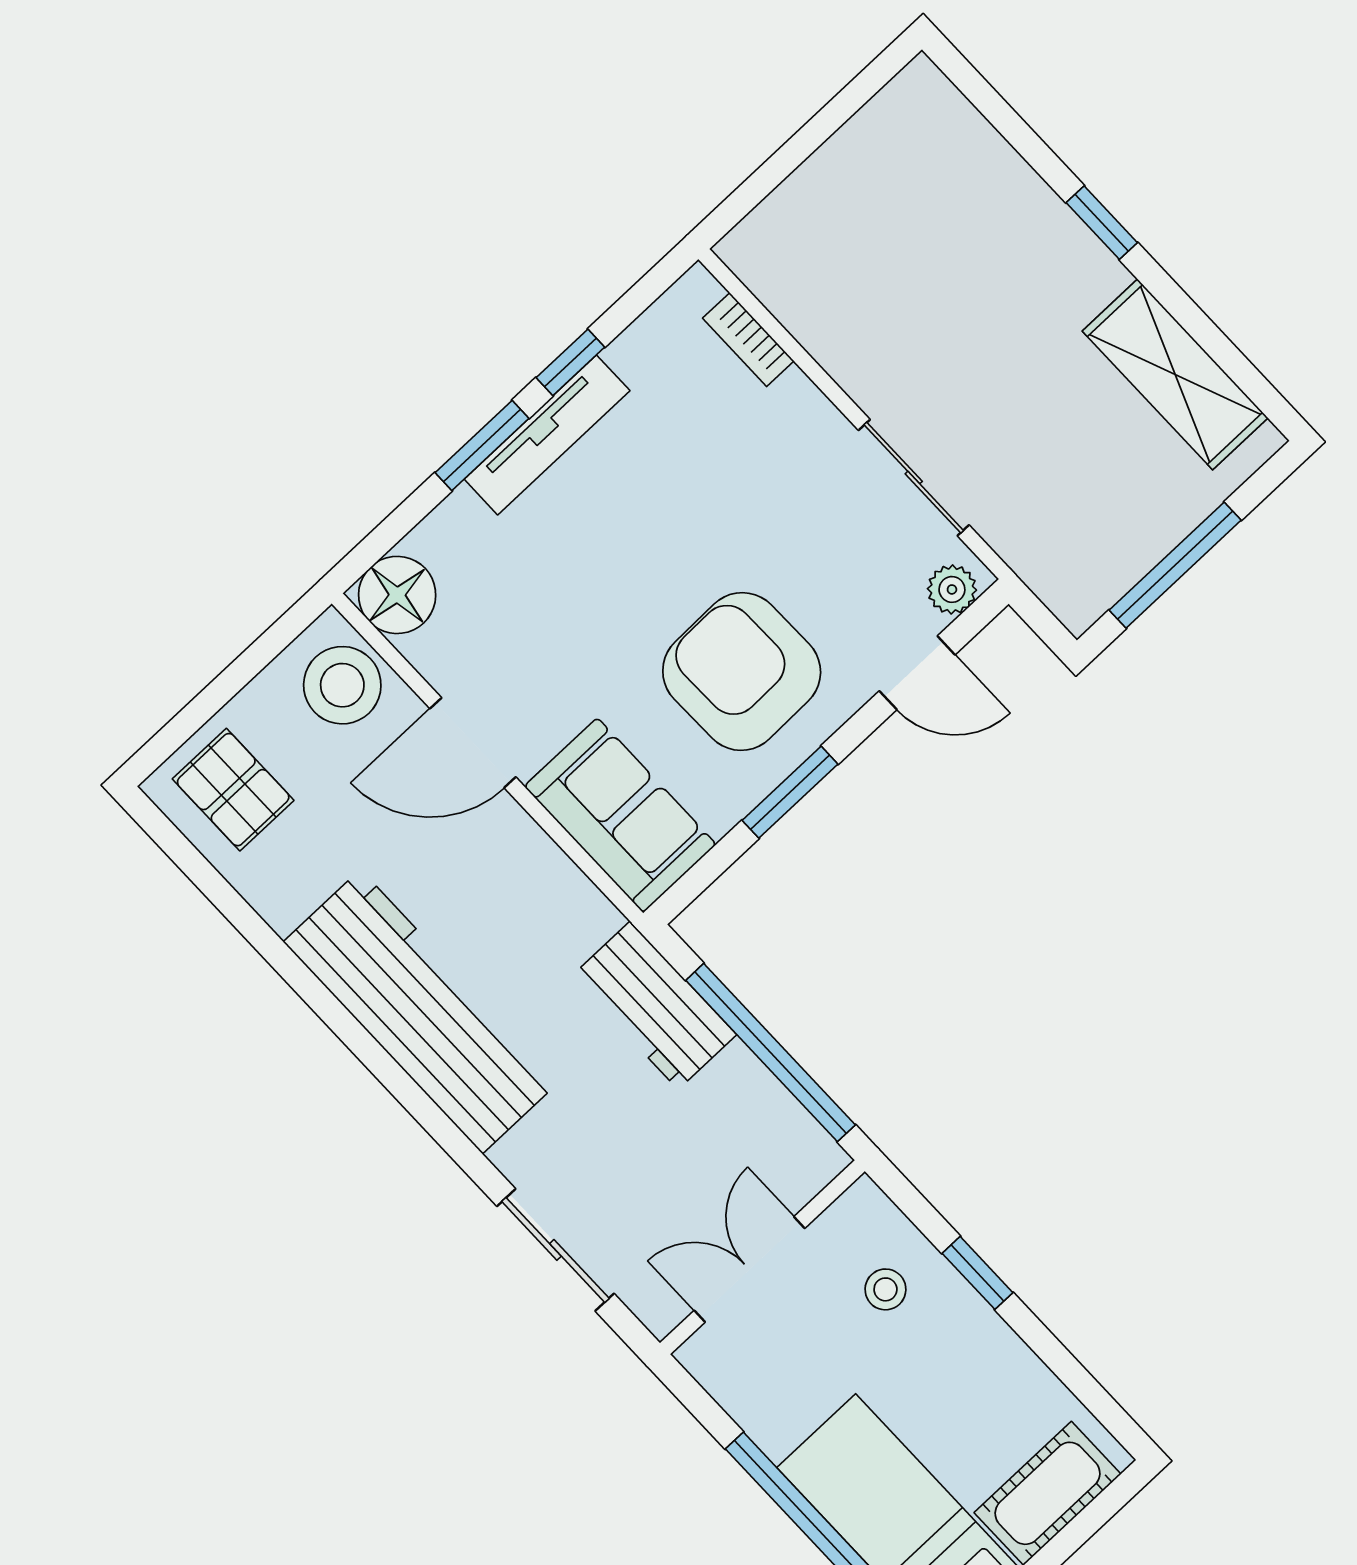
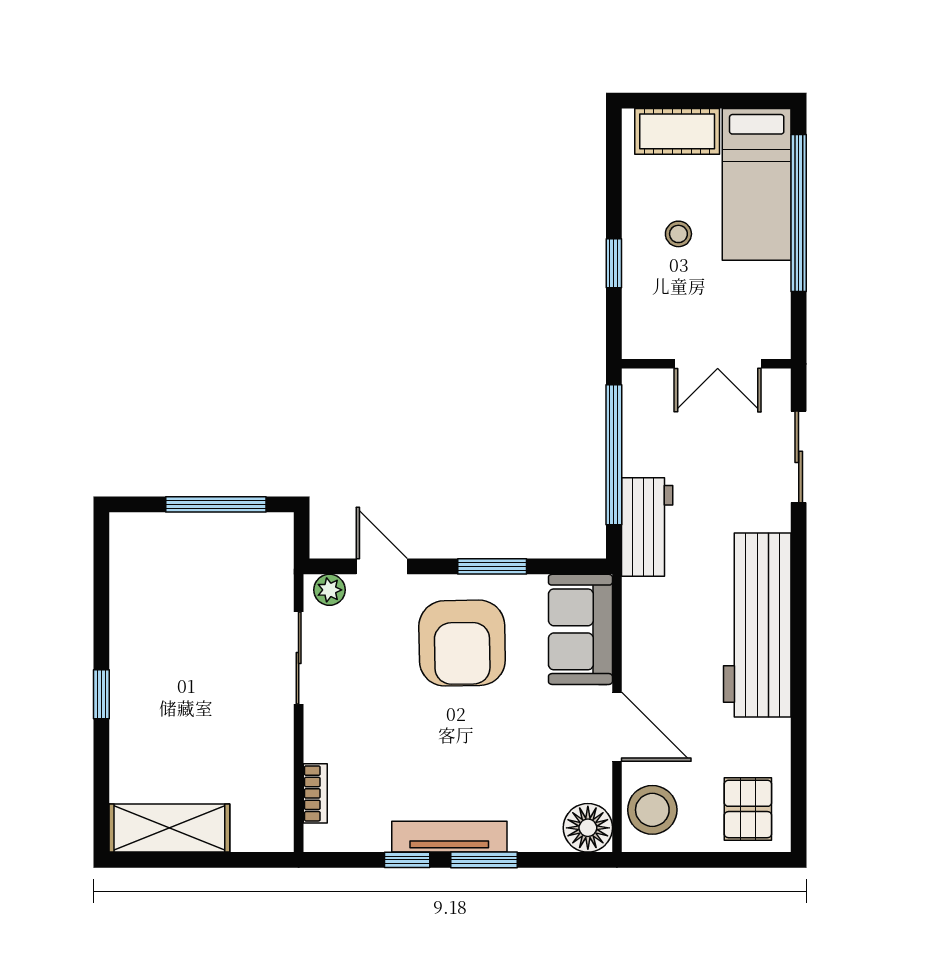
shelving: (1175, 374) -> (169, 828), moved, turned 90
stool: (885, 1289) -> (678, 234), moved

